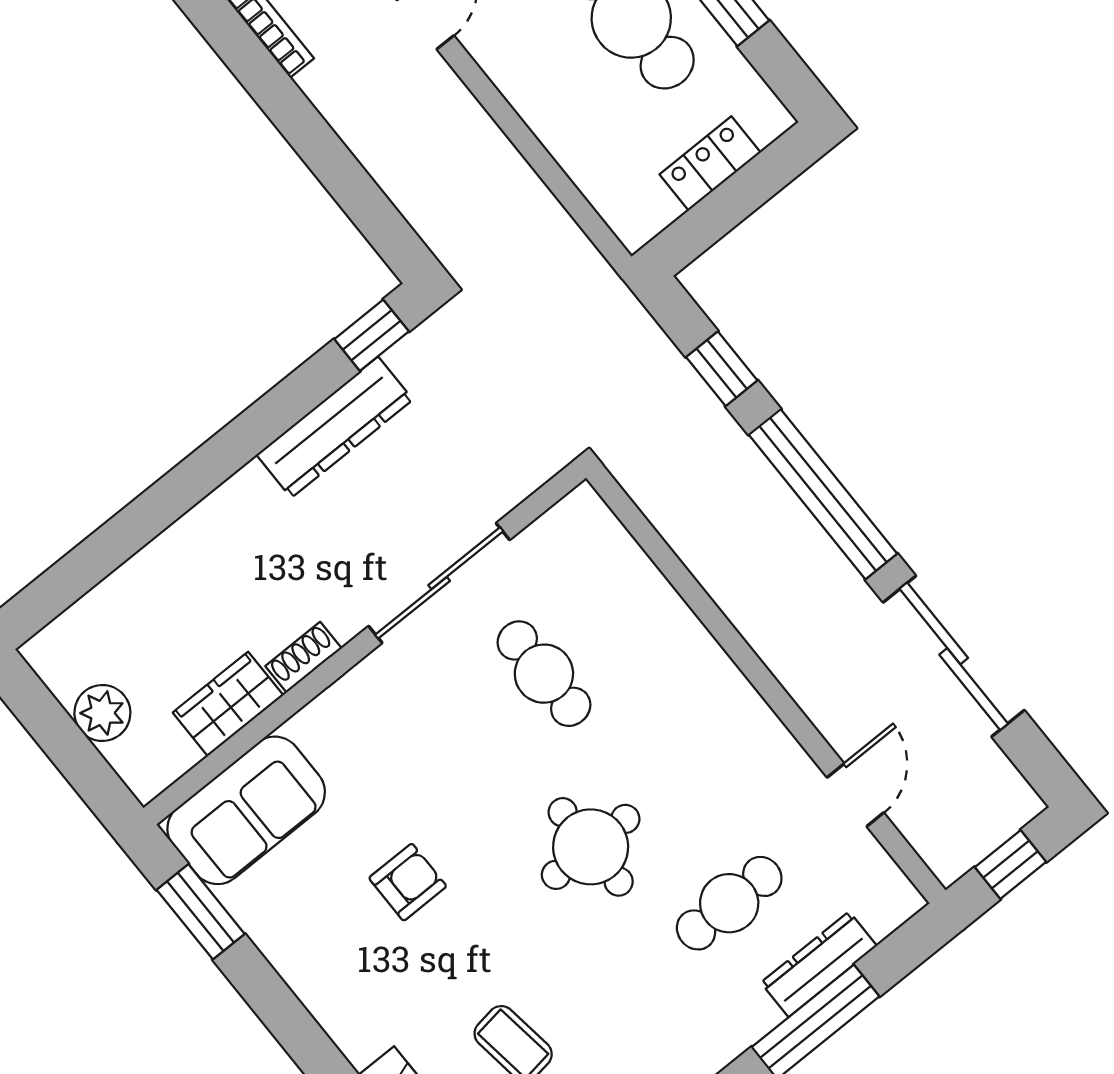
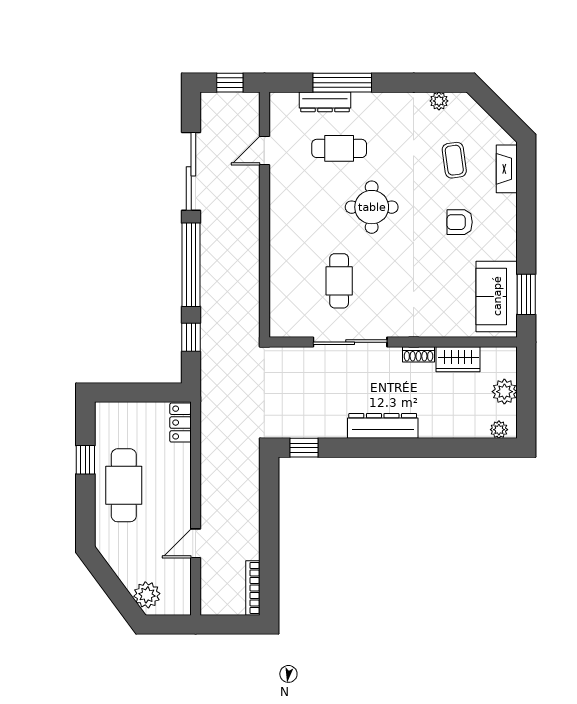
locker: (710, 163) -> (180, 423), moved, turned 90
dresser: (335, 427) -> (383, 426), moved
plant: (59, 639) -> (499, 430), added
sofa: (246, 810) -> (497, 296), moved, turned -90
armchair: (408, 882) -> (460, 222), moved

